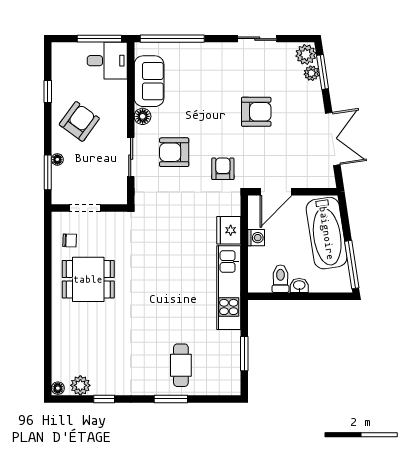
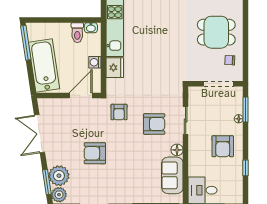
plant: (311, 73) -> (59, 176), width x1.87, depth x1.87
armchair: (79, 121) -> (223, 146), turned -36
doorway: (85, 208) -> (219, 84), width x1.38
washbasin: (299, 285) -> (91, 28), moved

